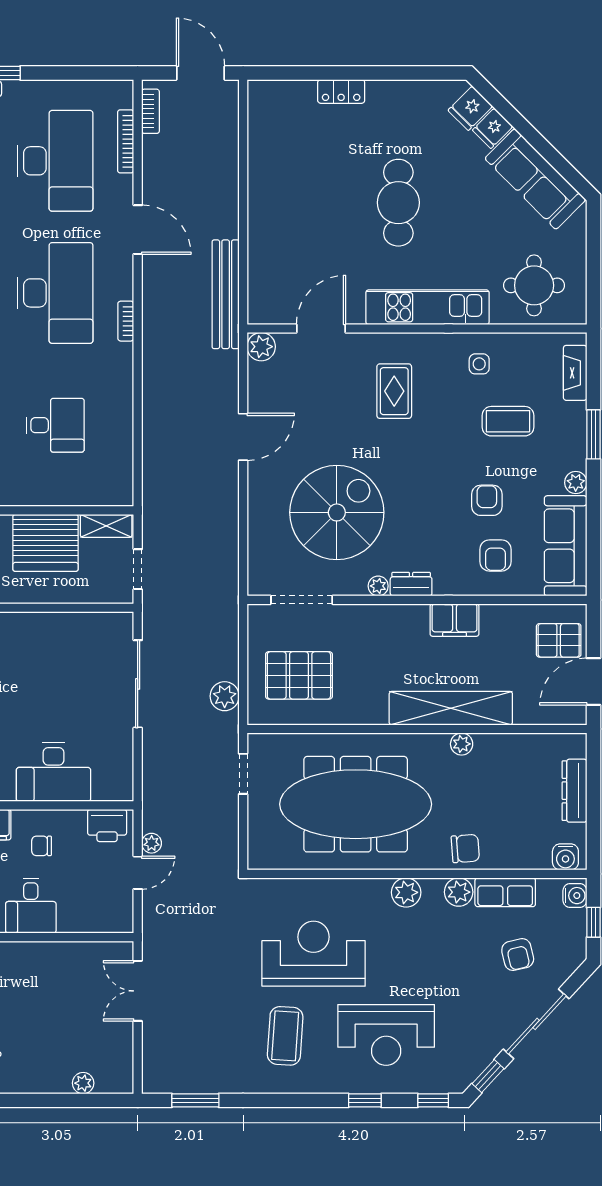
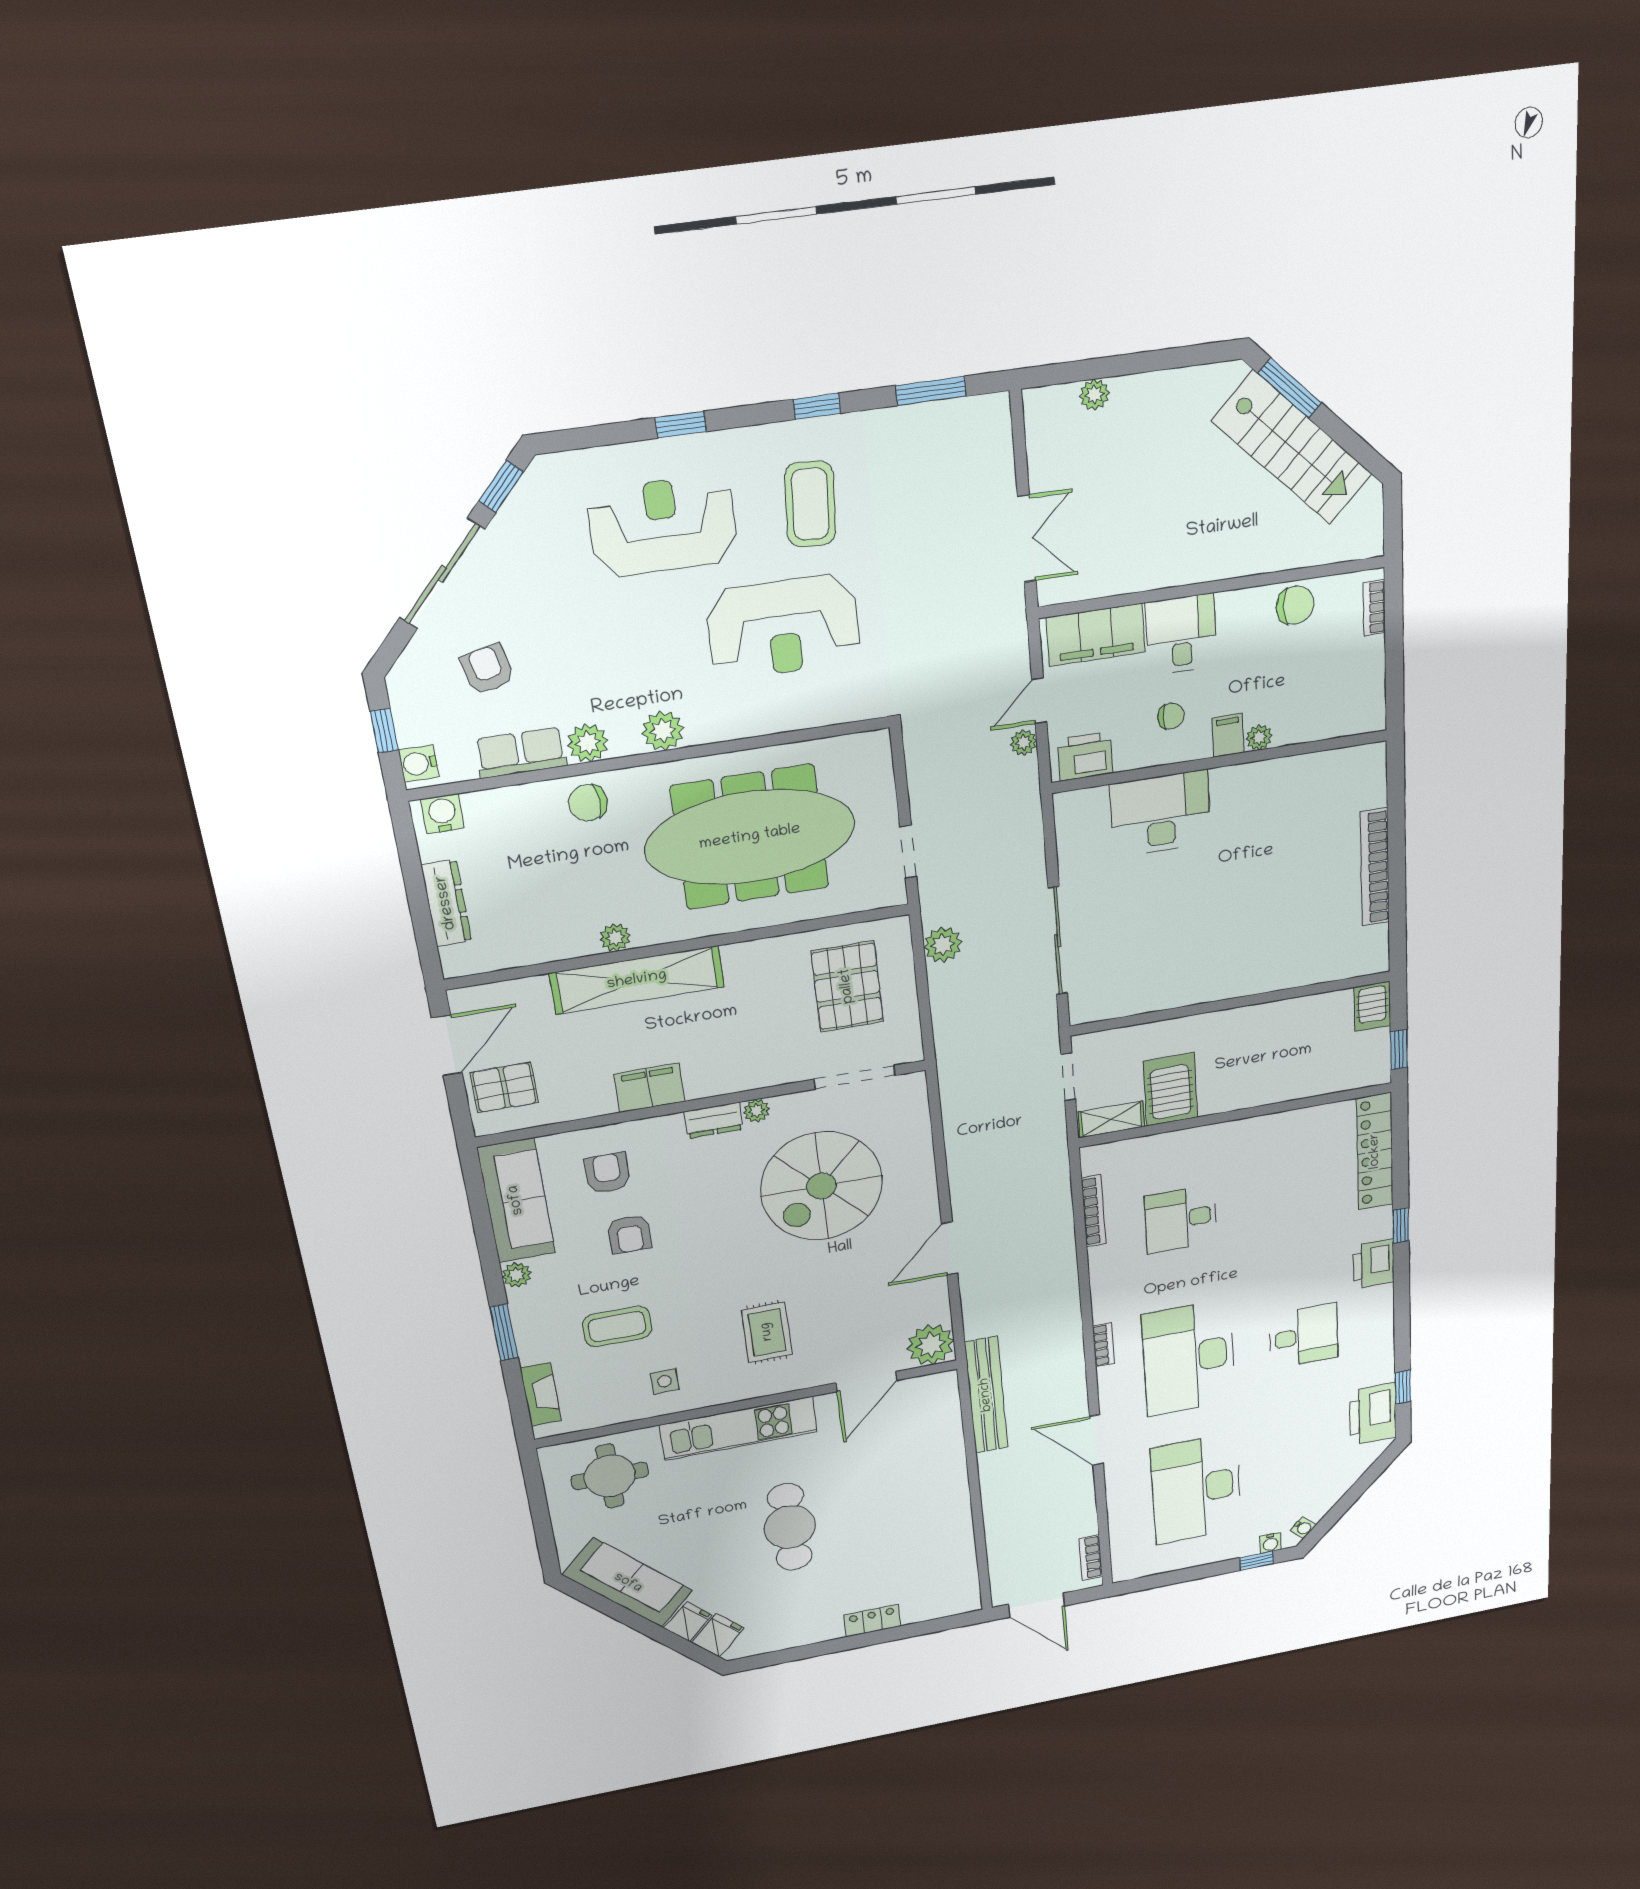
bookcase: (126, 141) -> (1094, 1211), moved
plant: (261, 347) -> (931, 1345), width x1.36, depth x1.36
server rack: (46, 543) -> (1170, 1089), width x0.62
pallet: (299, 675) -> (847, 986), turned 90
filing cabinet: (93, 915) -> (1096, 635), added
window: (433, 1100) -> (817, 406), moved

